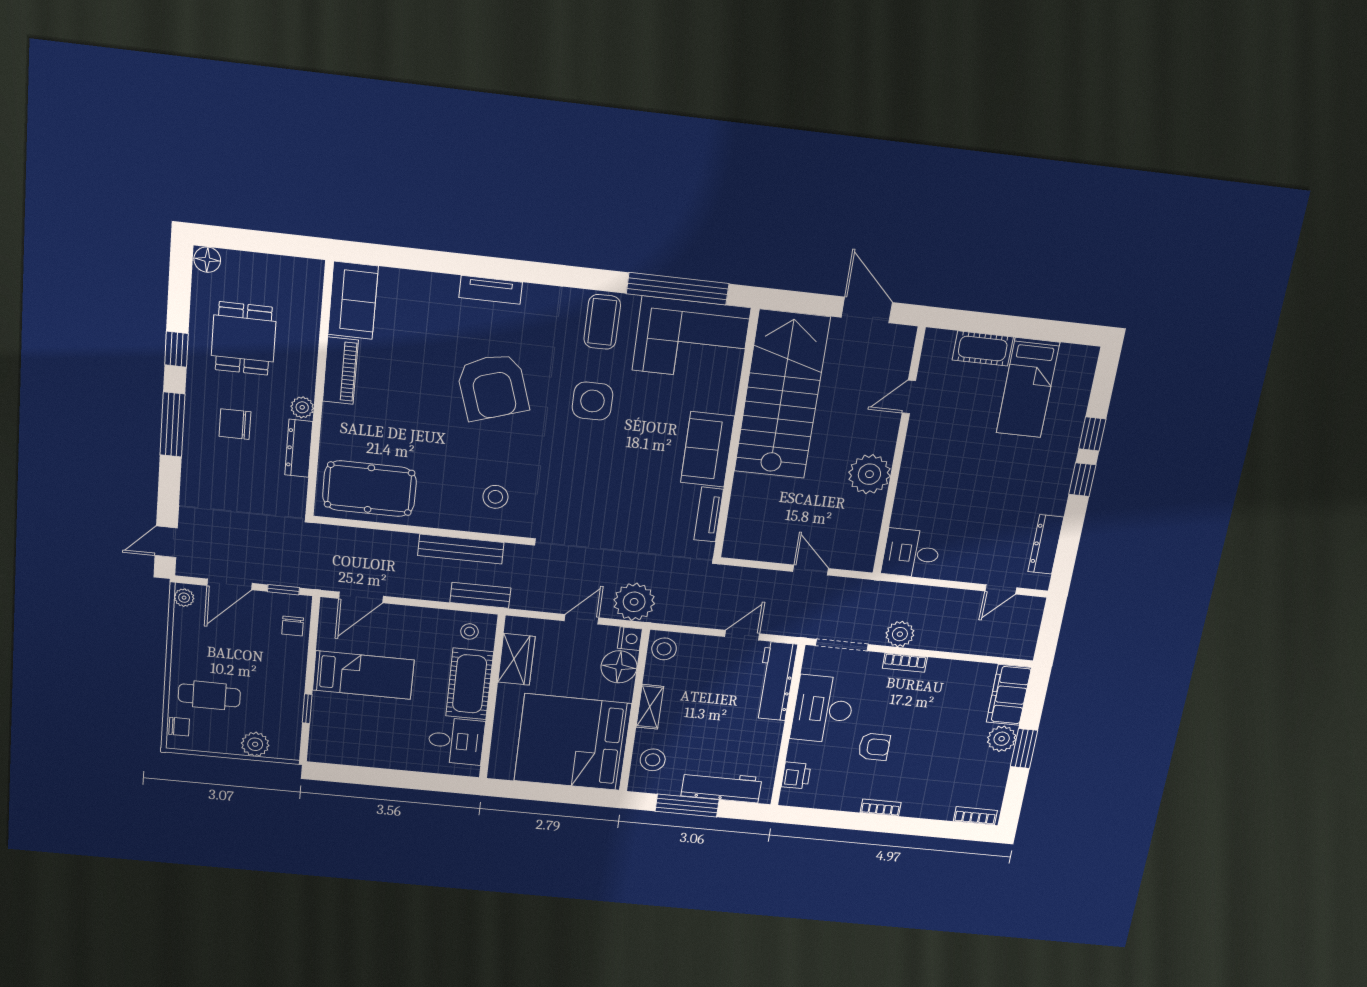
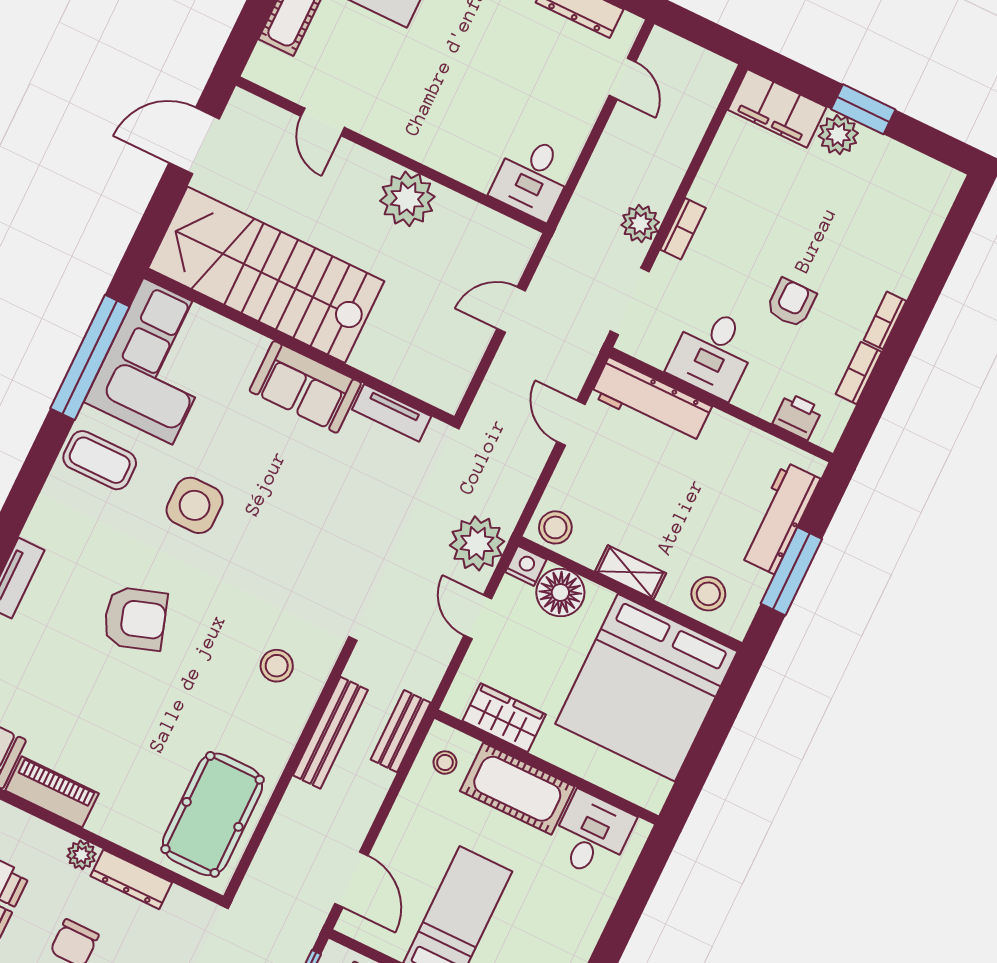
armchair: (493, 387) -> (135, 619), width x0.73, depth x0.73
desk: (823, 709) -> (713, 353), width x0.73
bookcase: (975, 816) -> (859, 373), moved

